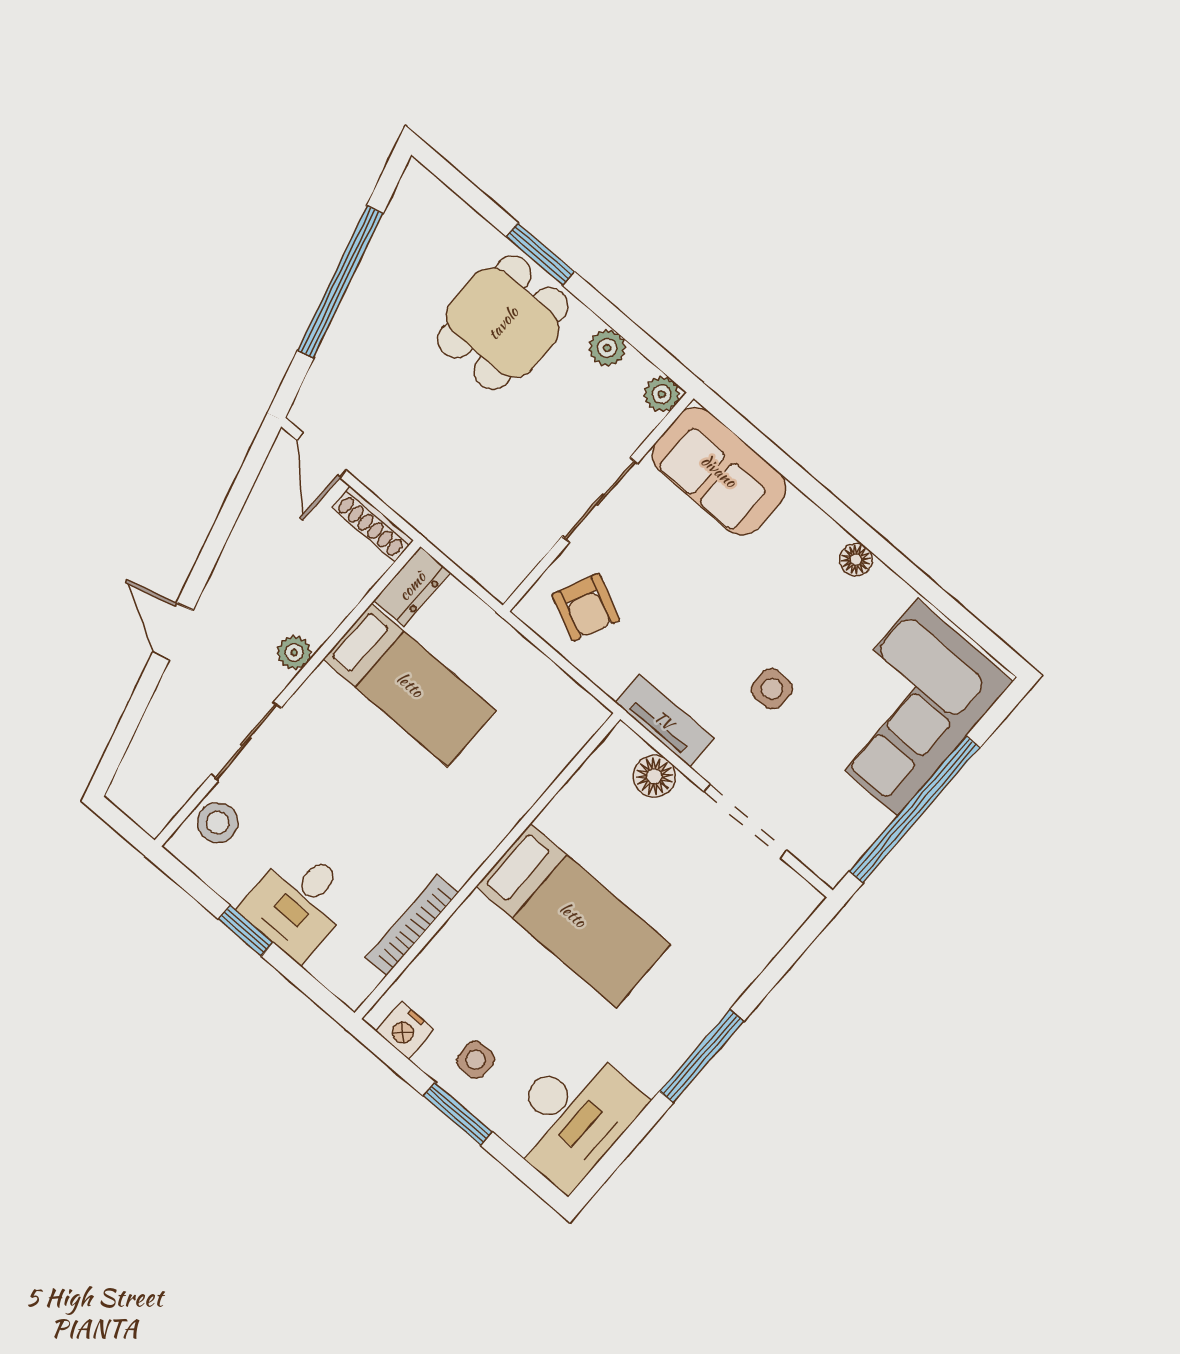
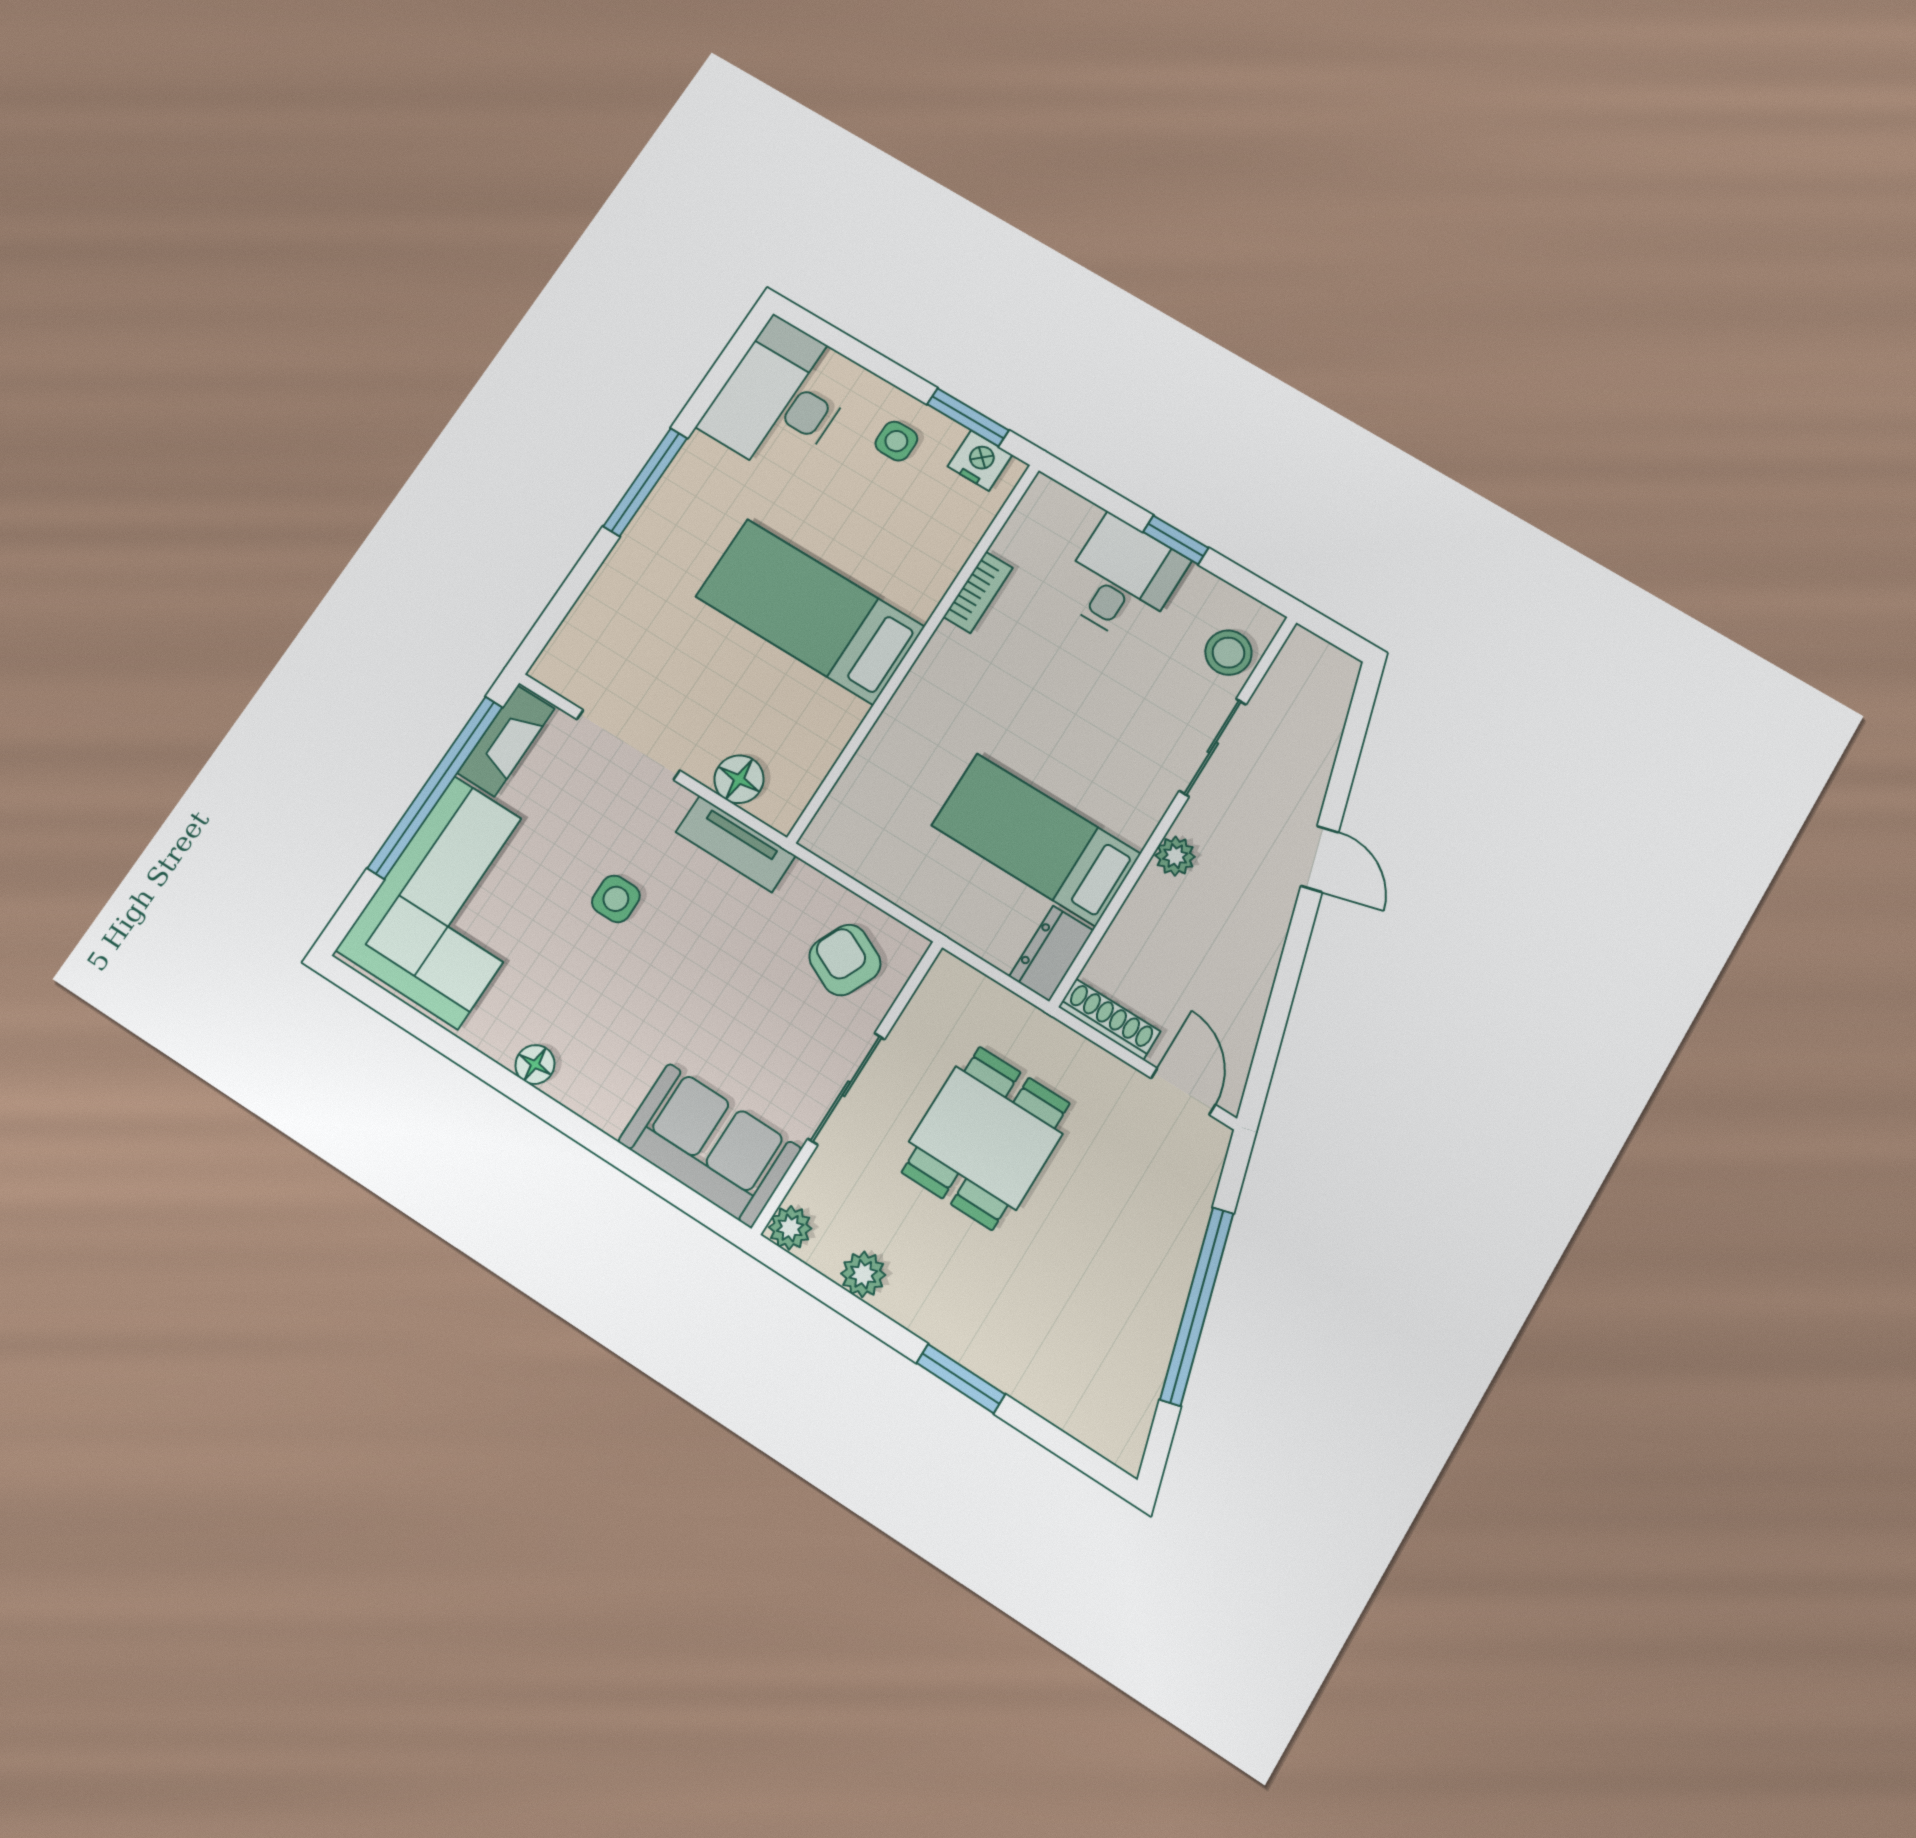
dining table: (503, 323) -> (986, 1138), moved
fireplace: (850, 841) -> (506, 741), added
bookcase: (412, 925) -> (978, 592), width x0.64
window: (458, 1114) -> (968, 417), moved

